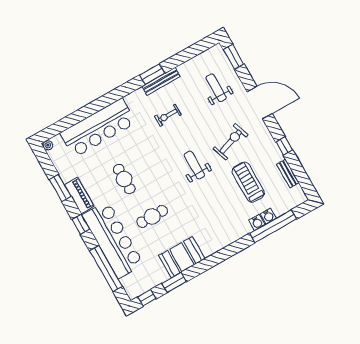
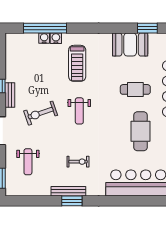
bench: (288, 173) -> (10, 95), moved
cafe table: (124, 179) -> (140, 131), width x1.37, depth x1.35
treadmill: (248, 182) -> (77, 63), moved

